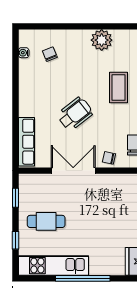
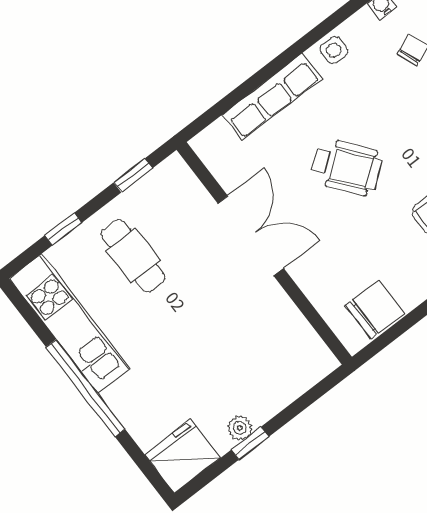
side table: (27, 84) -> (334, 50), added
row of seats: (26, 142) -> (272, 97), moved
chair: (109, 158) -> (317, 279), removed

